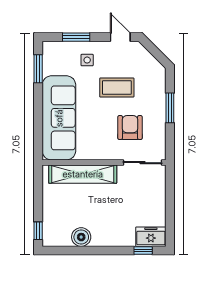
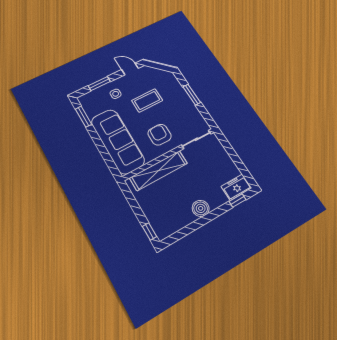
armchair: (130, 128) -> (160, 135), moved
boiler: (81, 237) -> (201, 208), moved

